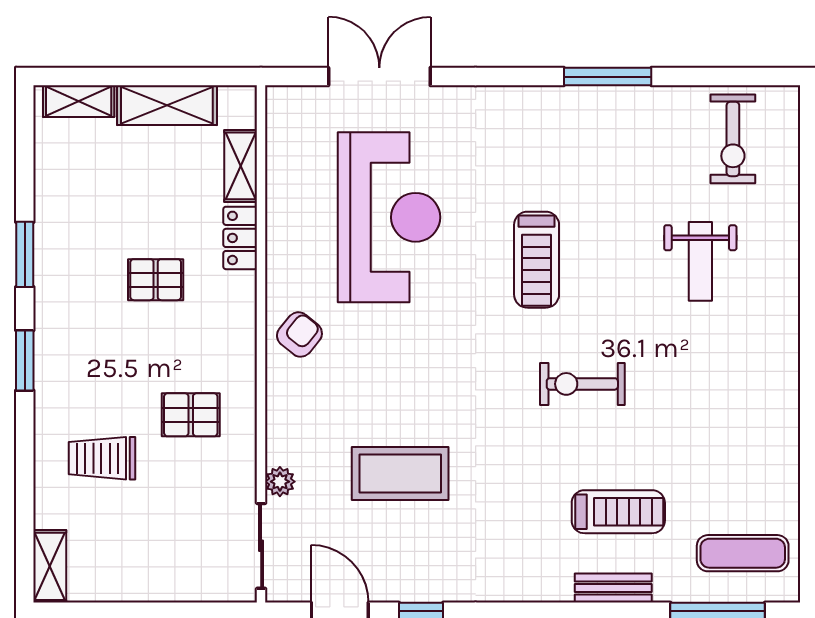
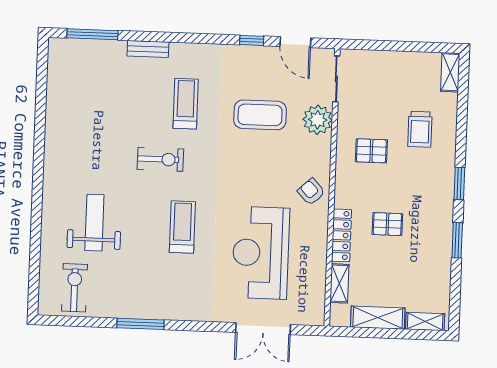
locker: (240, 238) -> (342, 235), width x1.53
weight bench: (700, 261) -> (94, 223), width x1.36, depth x1.33
armchair: (299, 334) -> (311, 192), turned 98
trolley: (102, 458) -> (420, 129), turned 90
plant: (280, 482) -> (318, 120), width x1.88, depth x1.88
treadmill: (618, 512) -> (186, 104), moved, turned 90
exercise mat: (743, 553) -> (78, 65), removed

